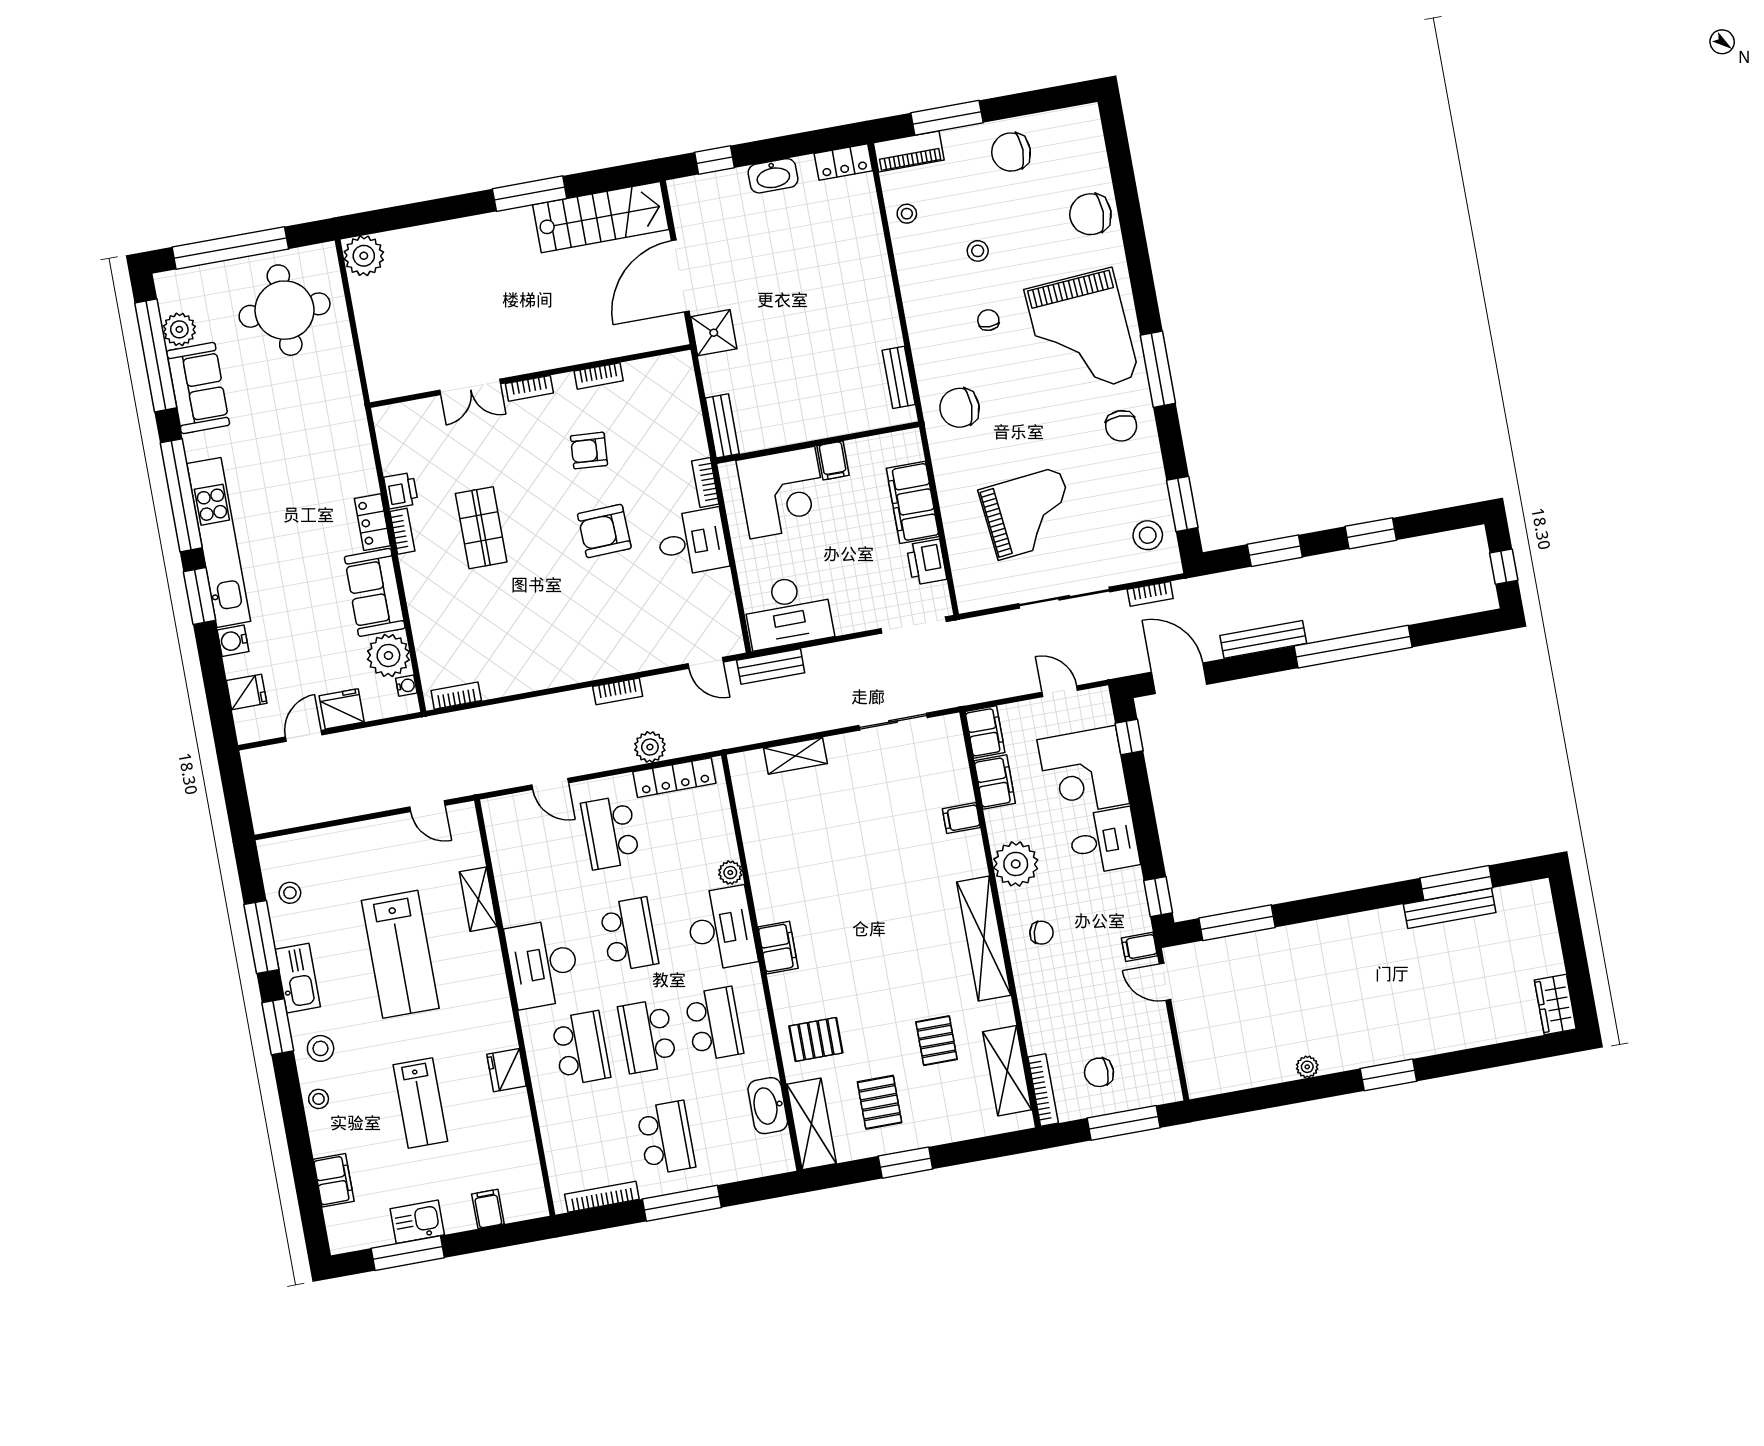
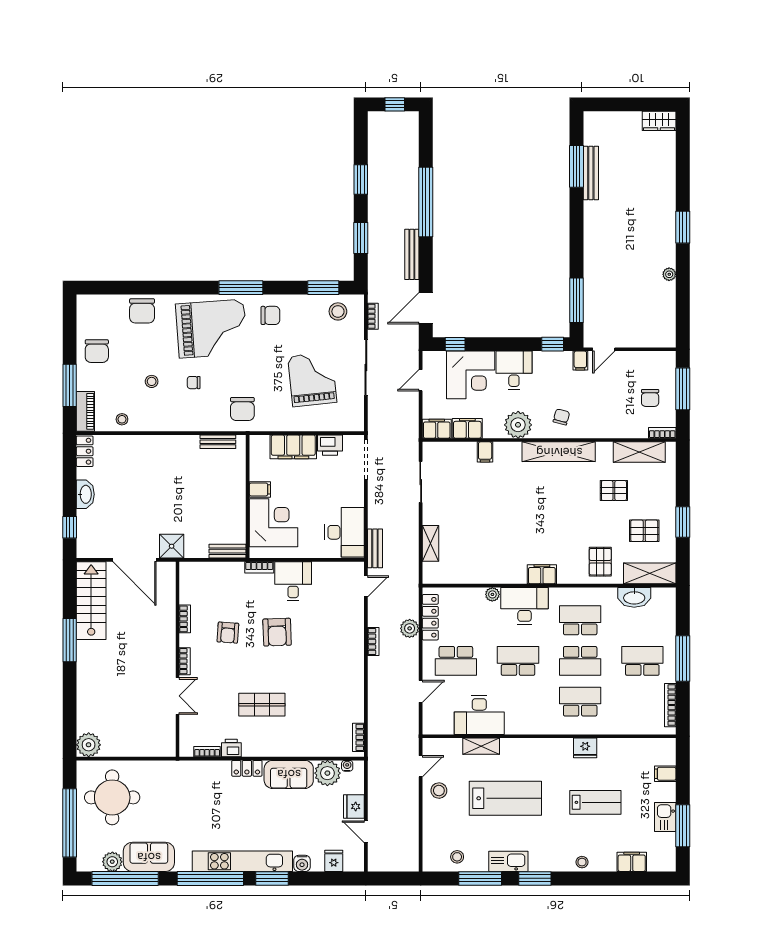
bookcase: (402, 531) -> (207, 752), moved
desk: (543, 964) -> (479, 715), moved
stool: (321, 1048) -> (439, 791), moved
bookcase: (1043, 1090) -> (662, 433), width x0.64

